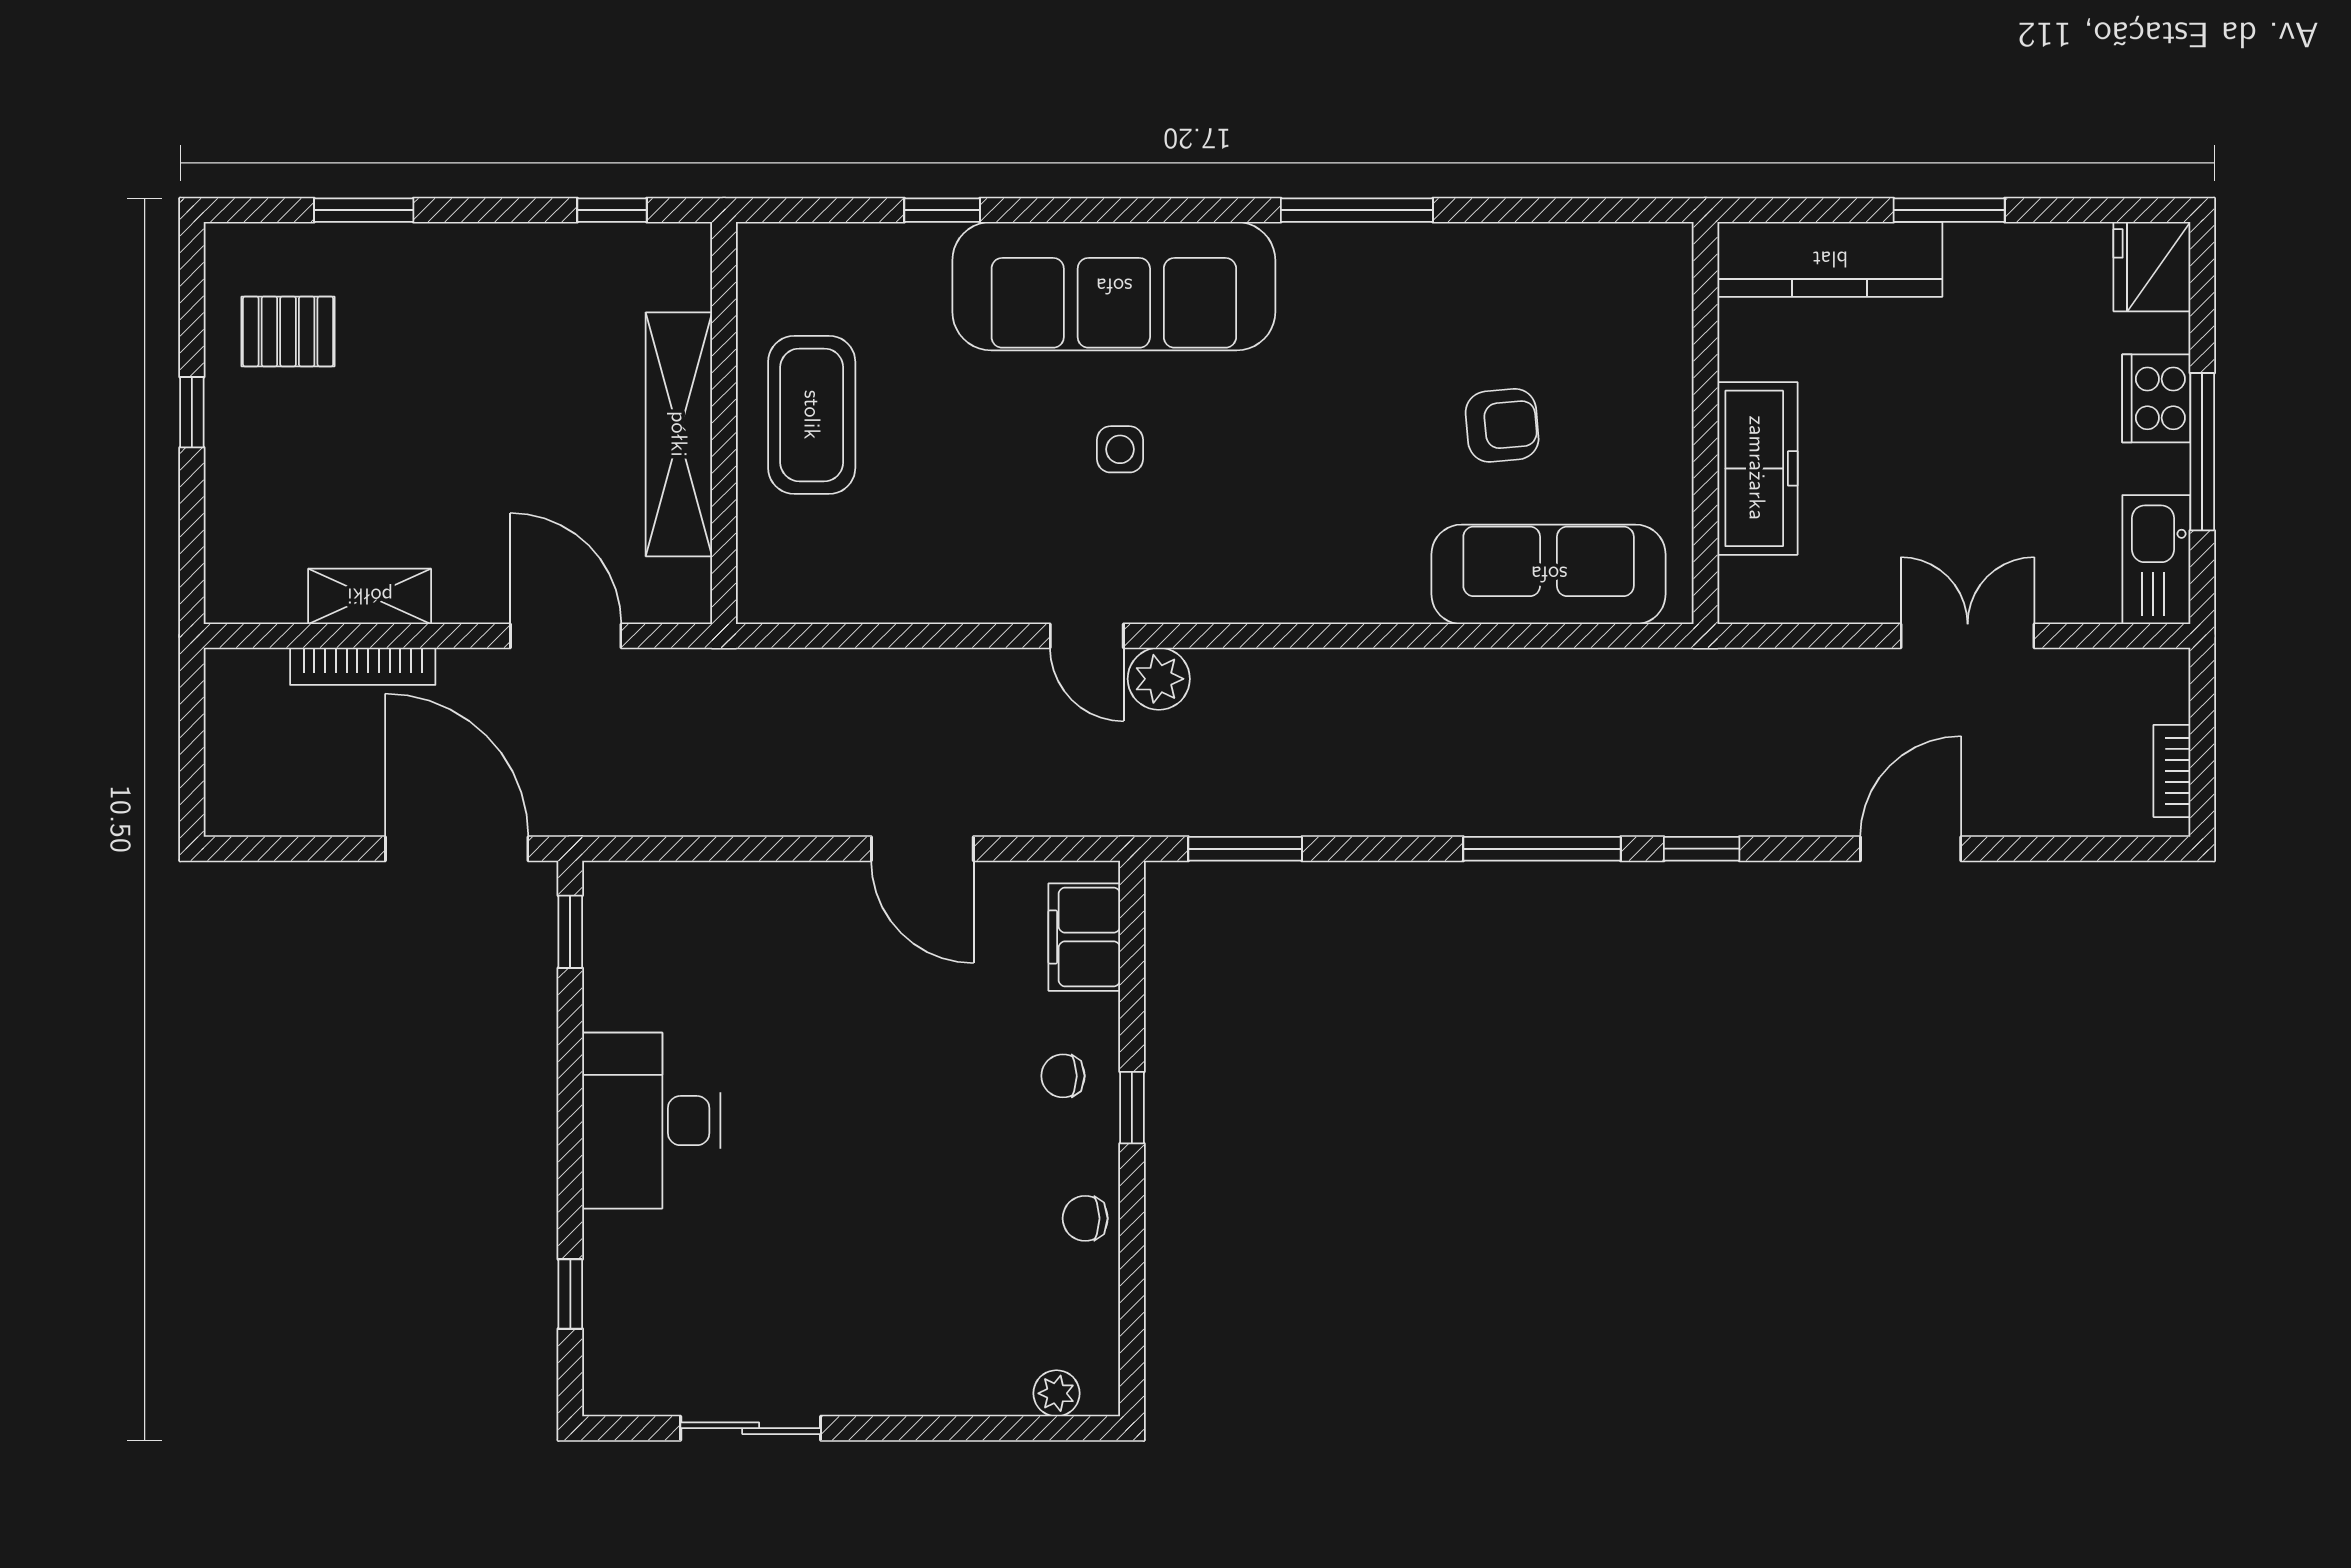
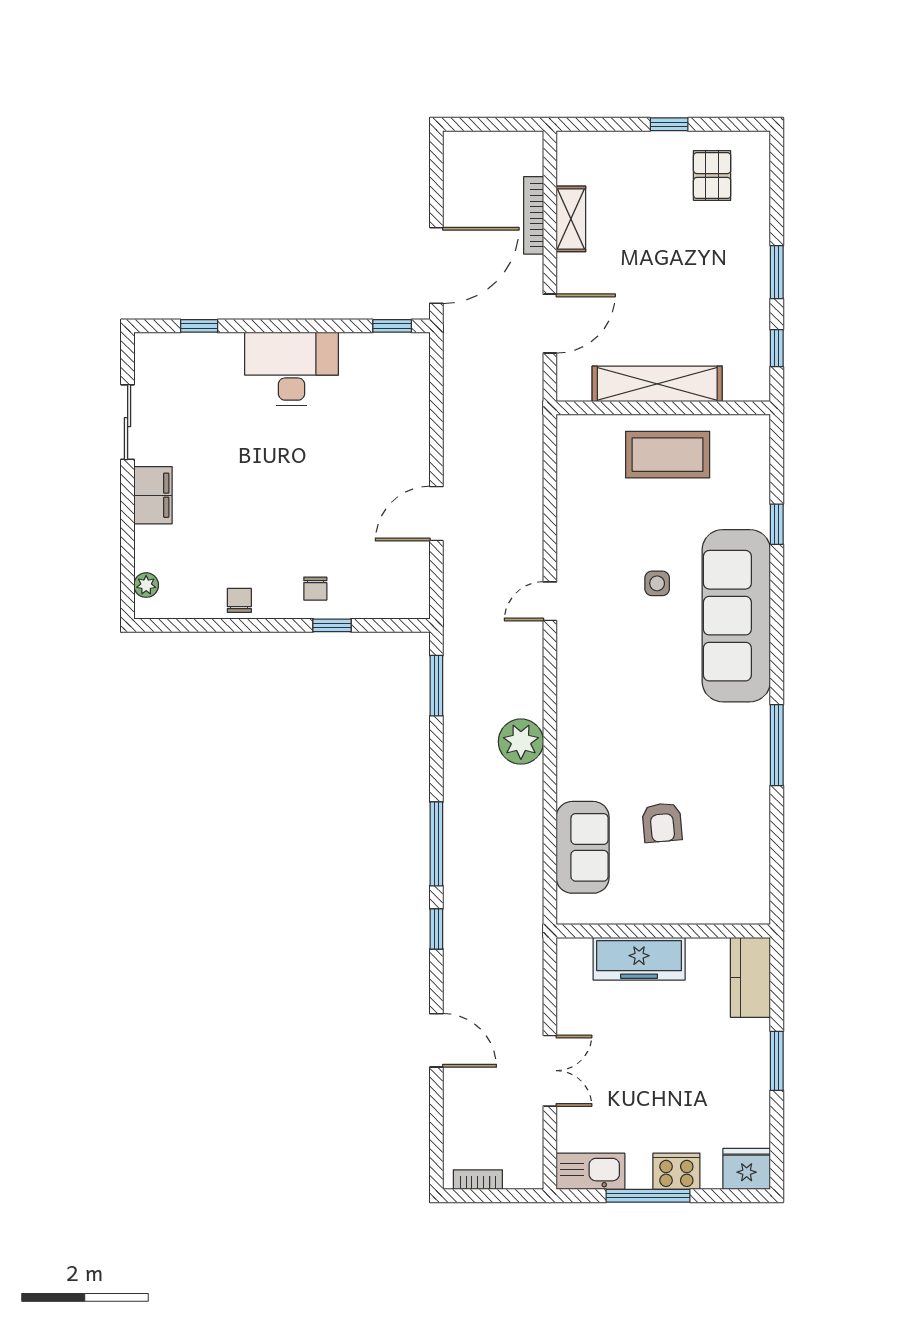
window: (364, 210) -> (777, 272), moved
kitchen counter: (1830, 259) -> (750, 977), width x0.67
side table: (1120, 449) -> (657, 583), moved
sofa: (1549, 574) -> (583, 847), width x0.73
plant: (1159, 679) -> (521, 742), moved, width x1.36, depth x1.36
filing cabinet: (1084, 937) -> (153, 495), moved, turned 90
chair: (1063, 1076) -> (315, 589), turned 180
window: (1132, 1108) -> (332, 625), moved

